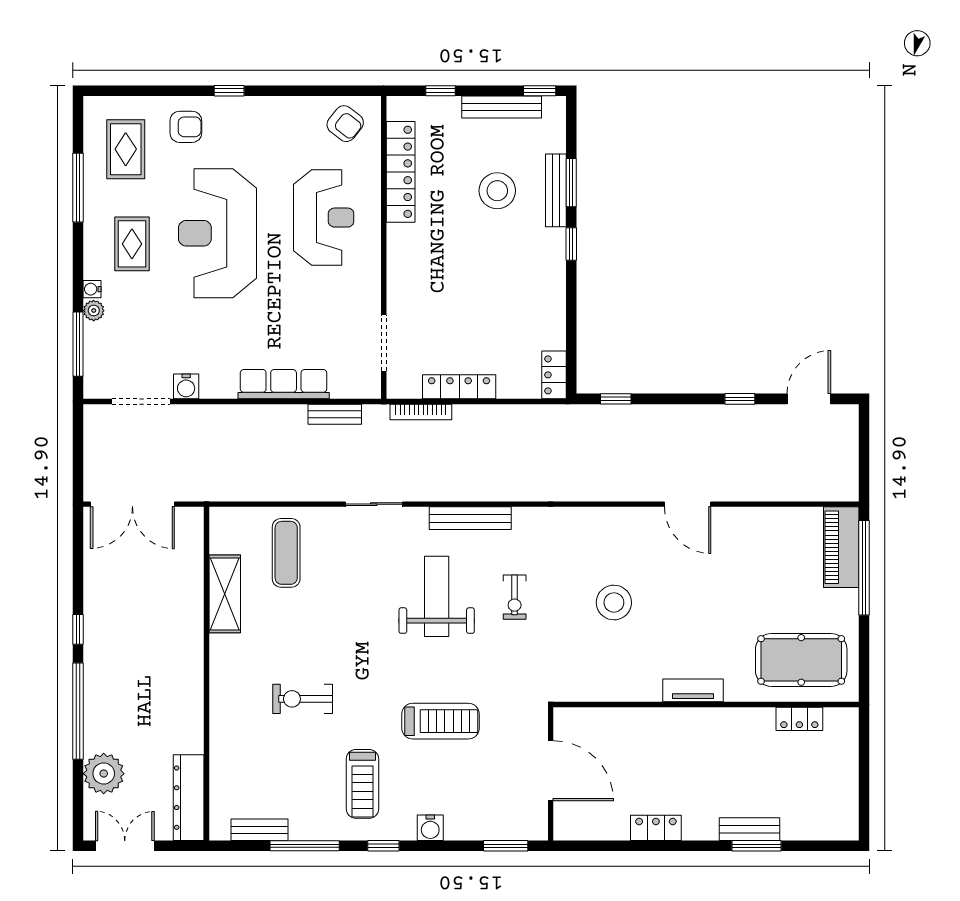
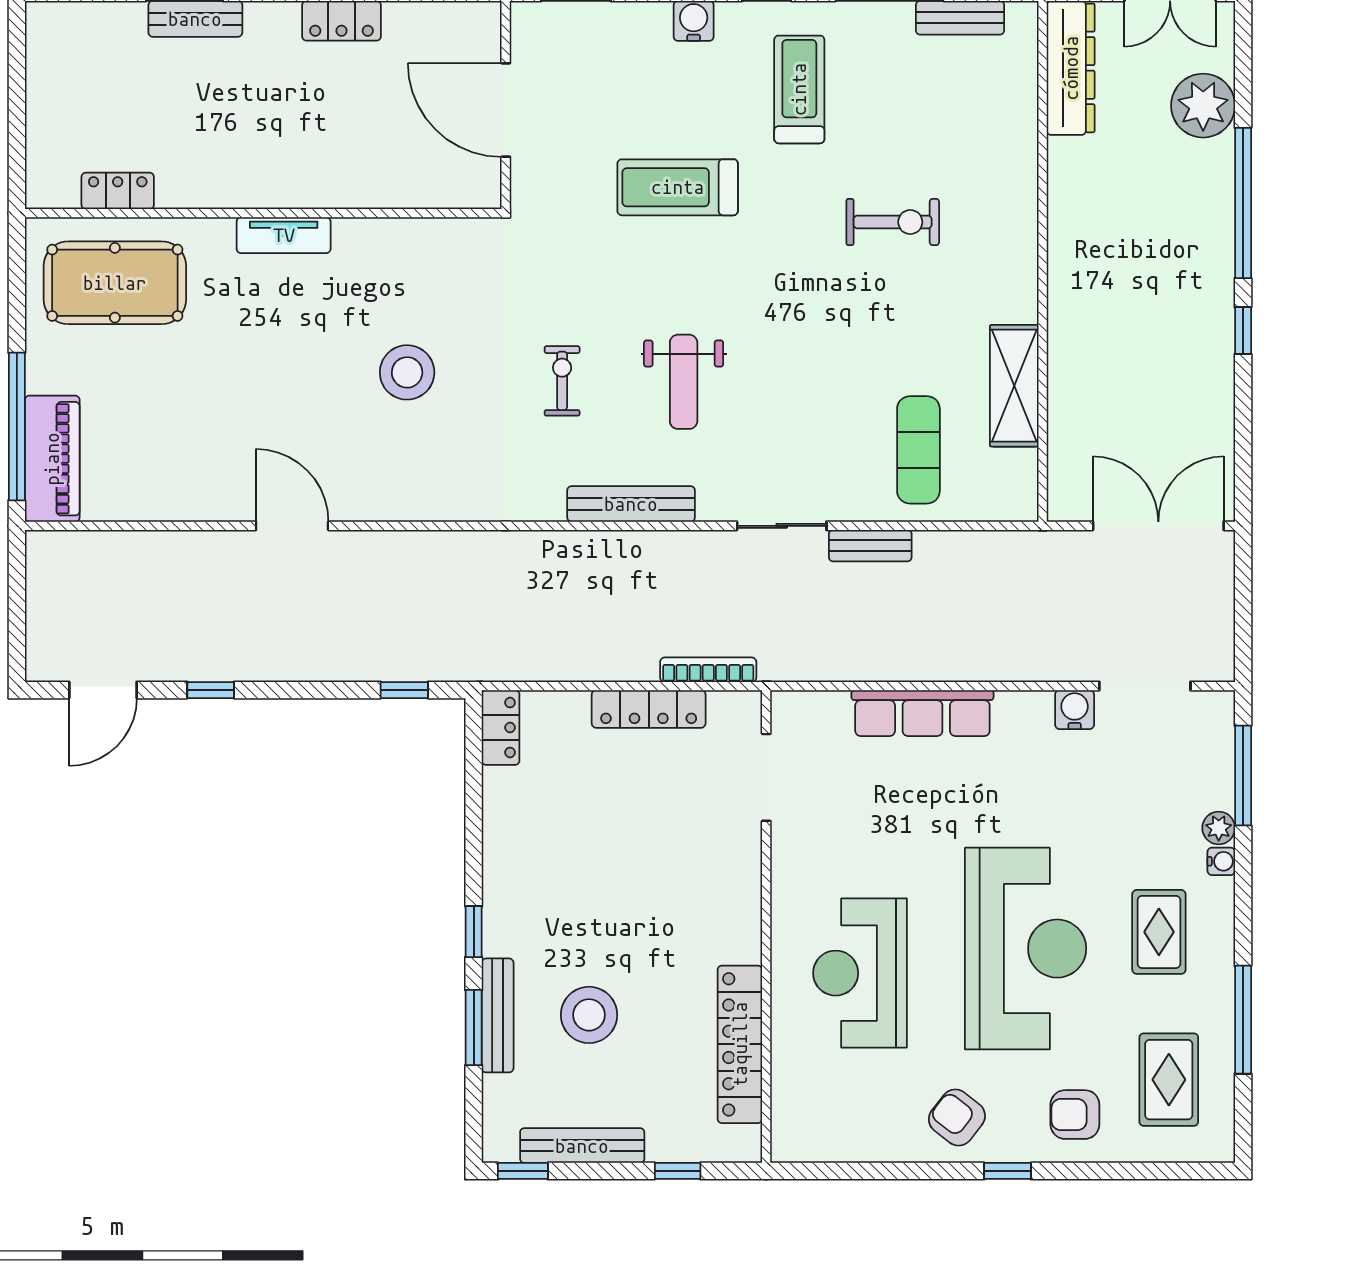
armchair: (345, 124) -> (957, 1117), moved
bench: (335, 414) -> (870, 546), moved
weight bench: (437, 596) -> (684, 382), width x0.73, depth x0.75

